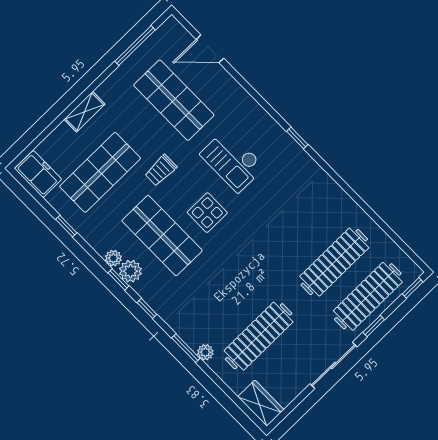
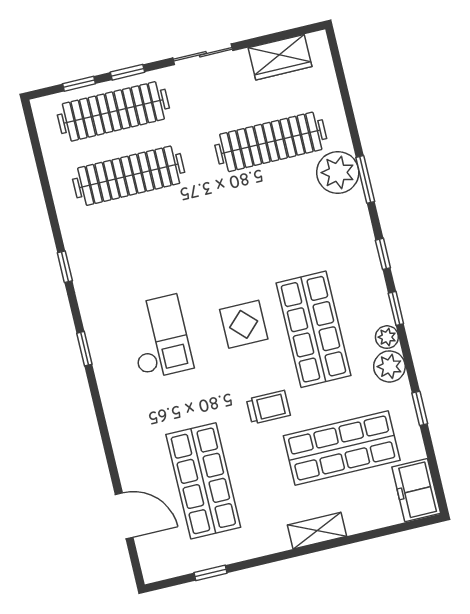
window: (135, 46) -> (210, 573), width x0.46
checkout: (232, 161) -> (159, 337), moved
window: (340, 182) -> (65, 267), added
plant: (130, 271) -> (389, 366), moved
window: (413, 288) -> (79, 84), moved
plant: (205, 352) -> (338, 172), width x1.88, depth x1.88
sliding door: (334, 365) -> (203, 54), width x0.73
wardrobe: (261, 403) -> (280, 57), moved, turned -90

